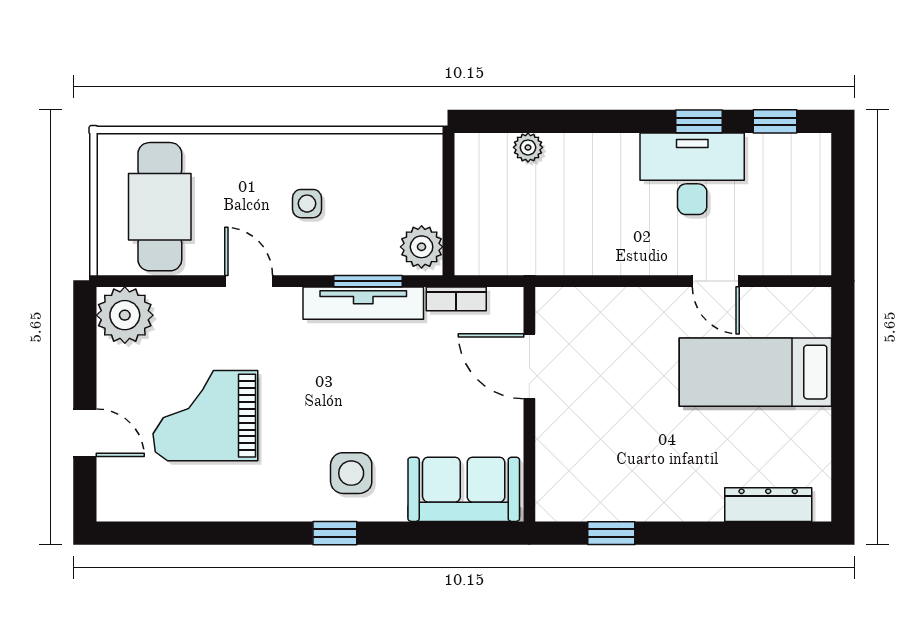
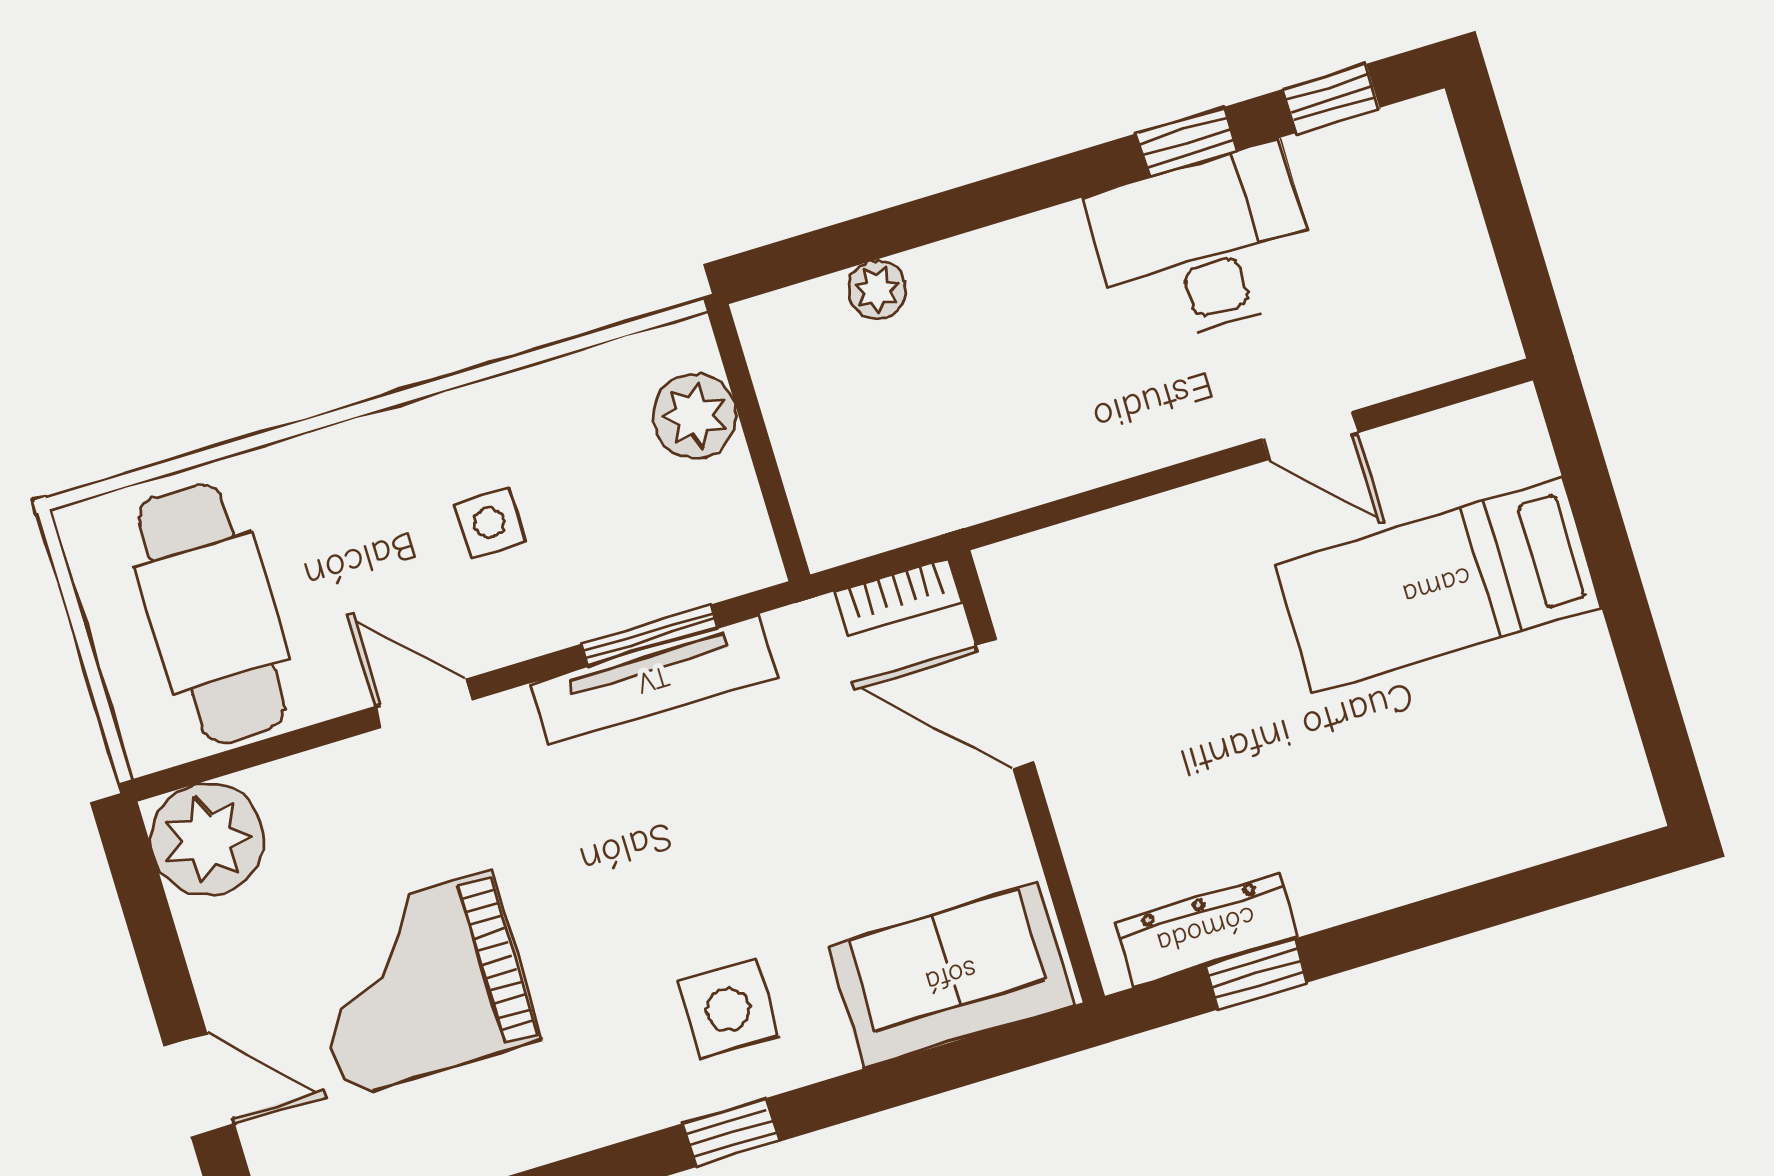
plant: (422, 247) -> (695, 416), moved
bookcase: (456, 299) -> (898, 597), moved
dresser: (768, 505) -> (1206, 930), moved

